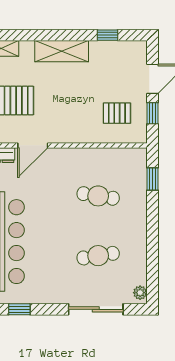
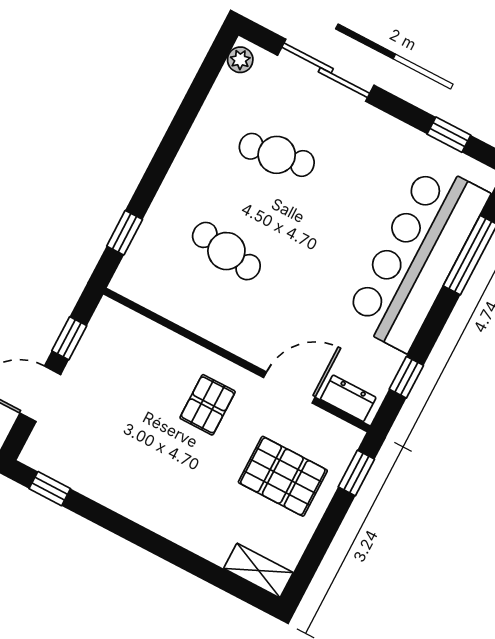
window: (107, 35) -> (50, 489), moved
shelving: (62, 51) -> (163, 515), removed
pallet: (117, 113) -> (208, 405), moved, turned 90

